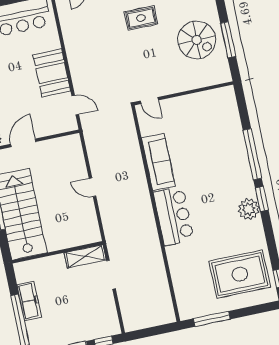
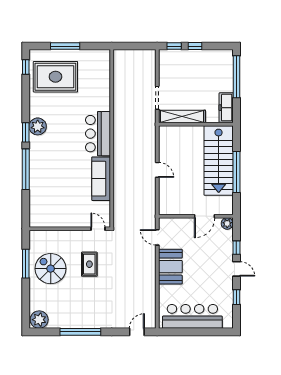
rug: (141, 18) -> (89, 264), moved, turned 90
shelving: (85, 256) -> (182, 116), width x1.47
freezer: (29, 301) -> (226, 108), moved
window: (212, 319) -> (65, 46), moved

